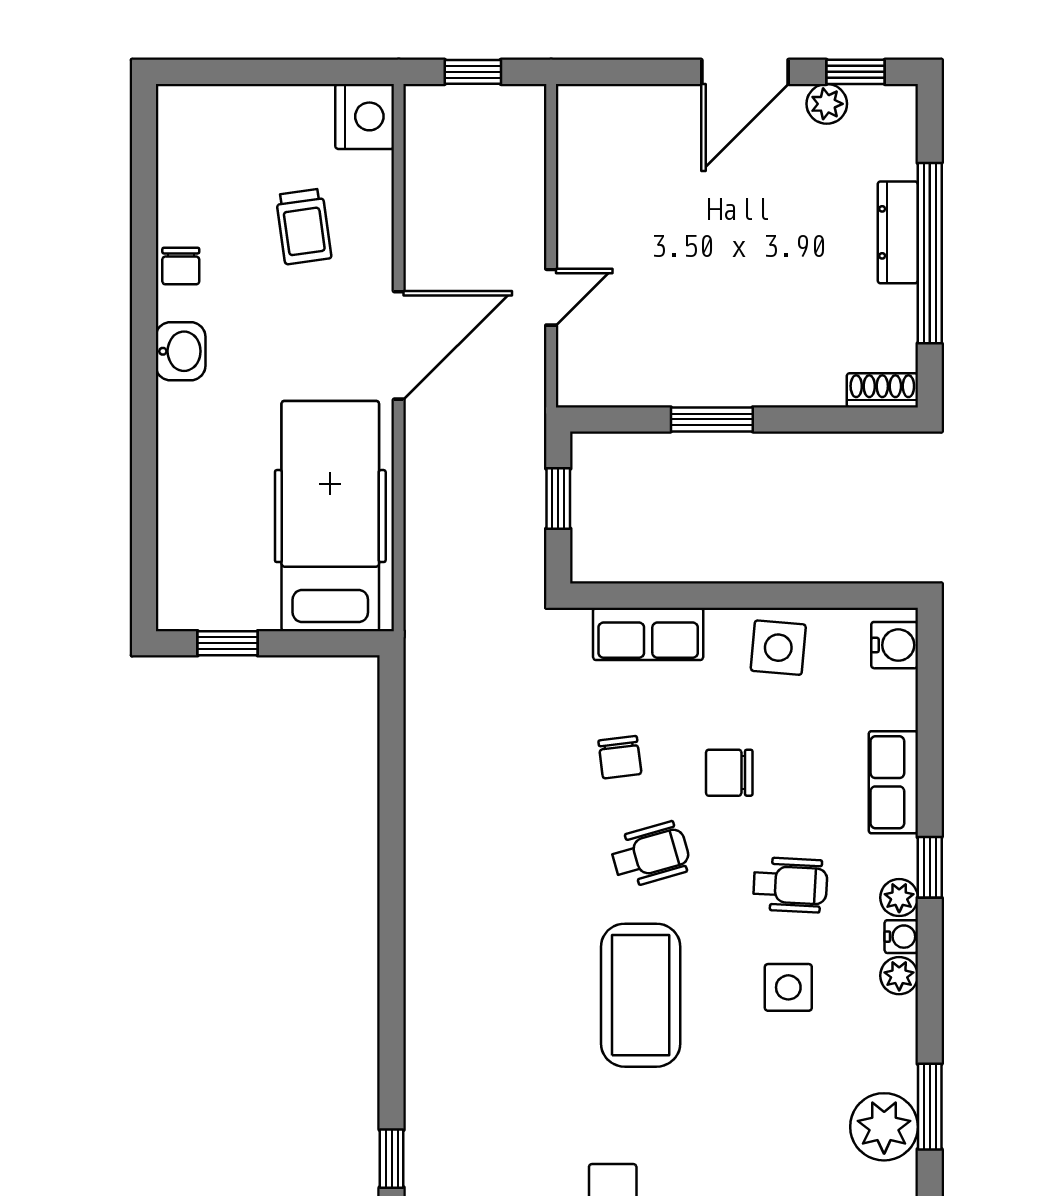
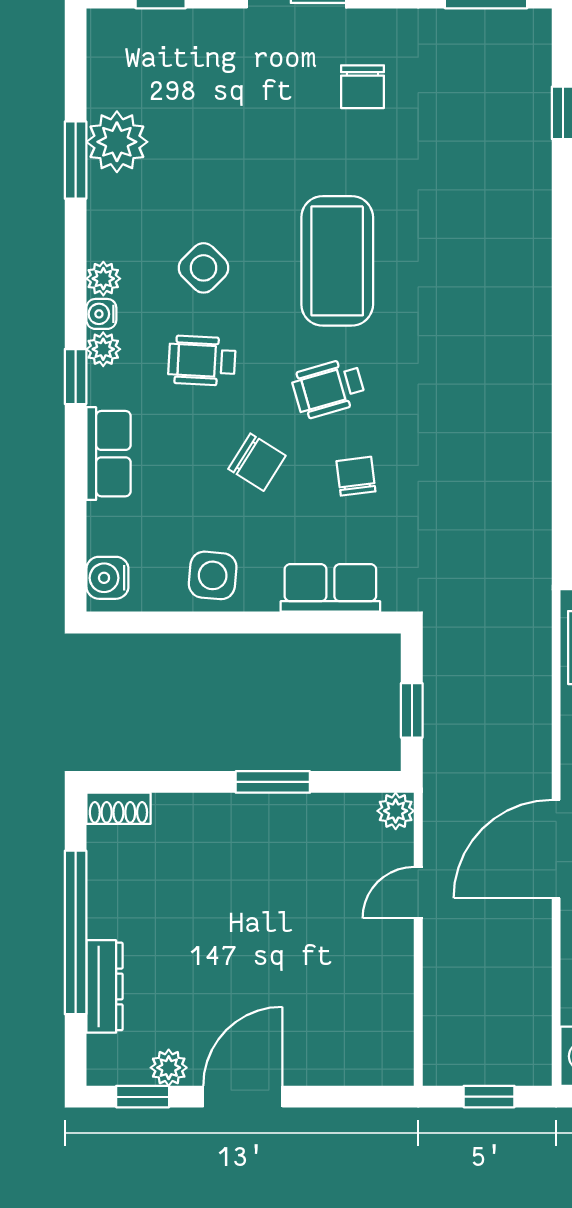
dresser: (898, 232) -> (104, 986), moved
plant: (576, 387) -> (396, 811), added
chair: (729, 773) -> (257, 462), turned 32
side table: (788, 987) -> (204, 268), turned 45

